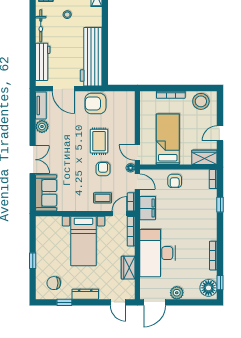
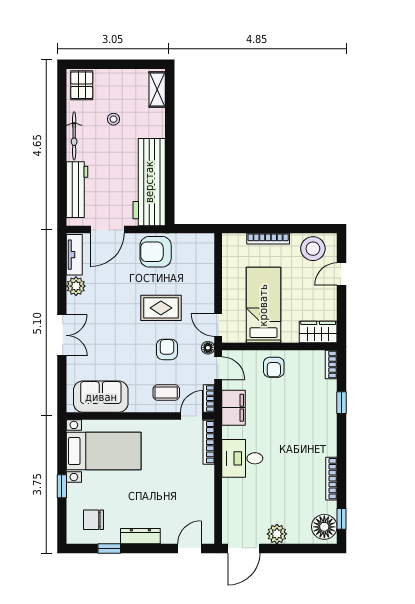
door: (63, 89) -> (107, 230), hinge flipped
door: (220, 133) -> (341, 274), moved
rug: (99, 141) -> (161, 308), turned 90
sofa: (46, 193) -> (101, 397), moved, turned -90
bed with nightstands: (83, 241) -> (104, 451), moved, turned -90
desk: (158, 253) -> (242, 458), width x0.53, depth x0.77
wardrobe: (128, 268) -> (204, 496), removed
door: (118, 302) -> (189, 548), swing flipped

